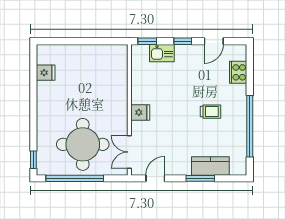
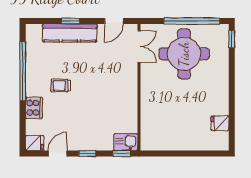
kitchen sink: (162, 53) -> (126, 142), moved
cooker: (238, 72) -> (34, 108), moved
fridge: (140, 112) -> (35, 143), moved, turned 180
kitchen counter: (210, 166) -> (70, 33), width x1.50
window: (200, 178) -> (71, 21), width x0.67

